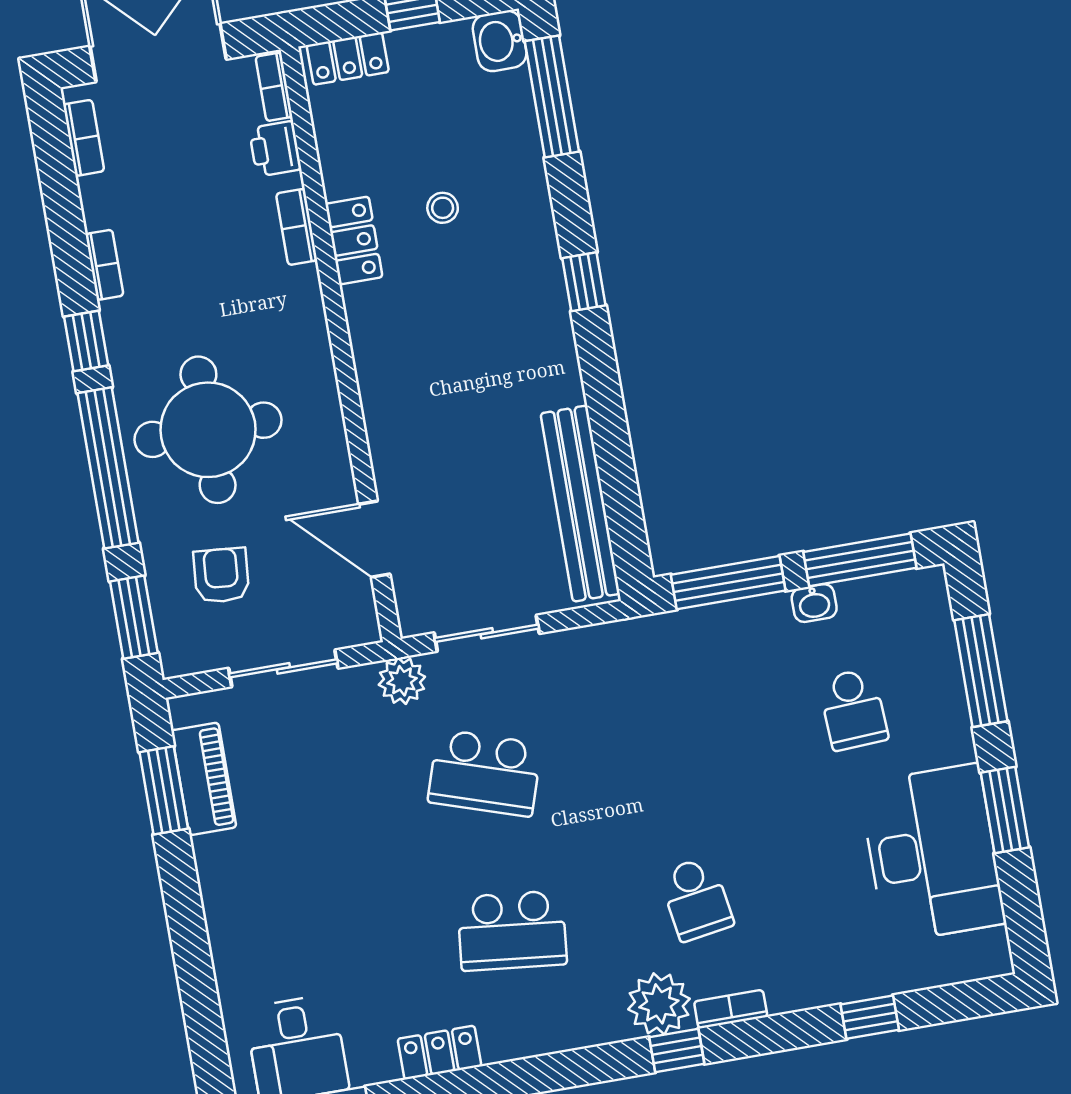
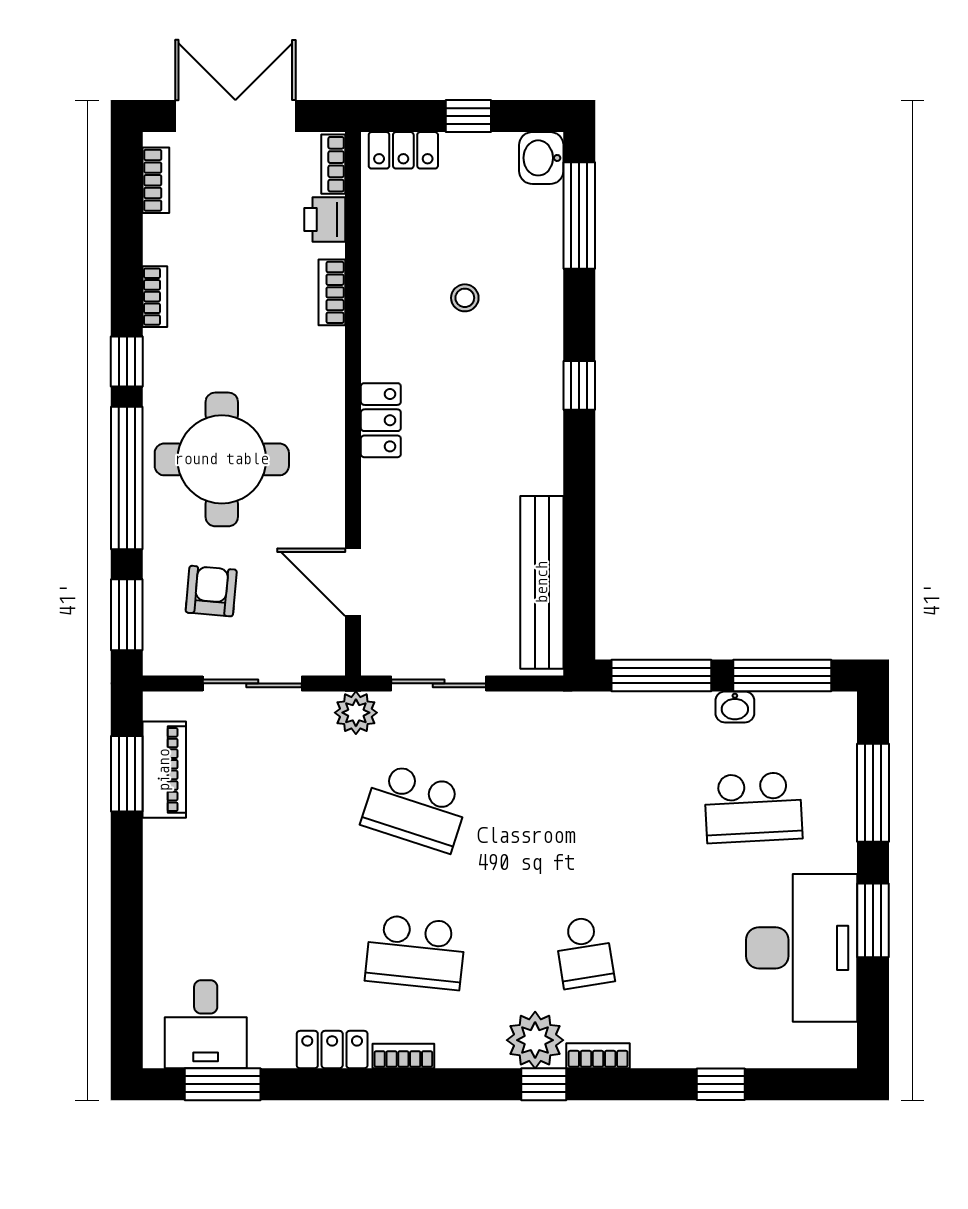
locker: (354, 240) -> (381, 420), moved
school desk: (853, 709) -> (753, 808), width x1.85
bookcase: (518, 1046) -> (403, 1056), added

